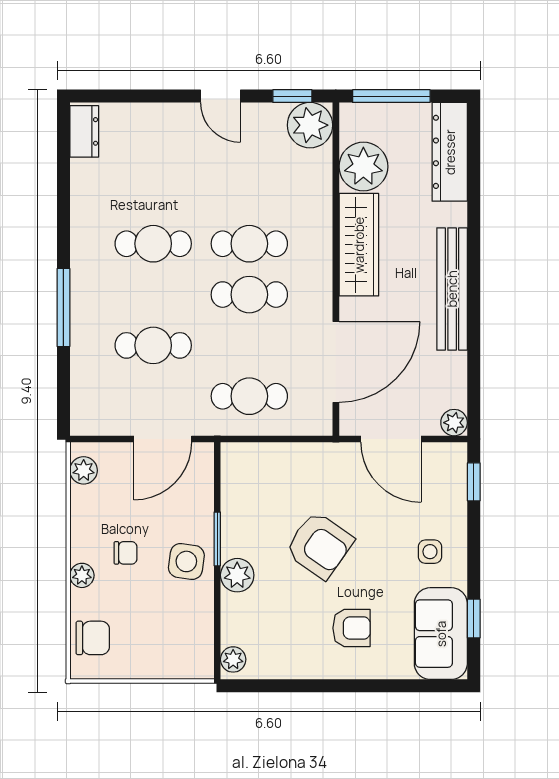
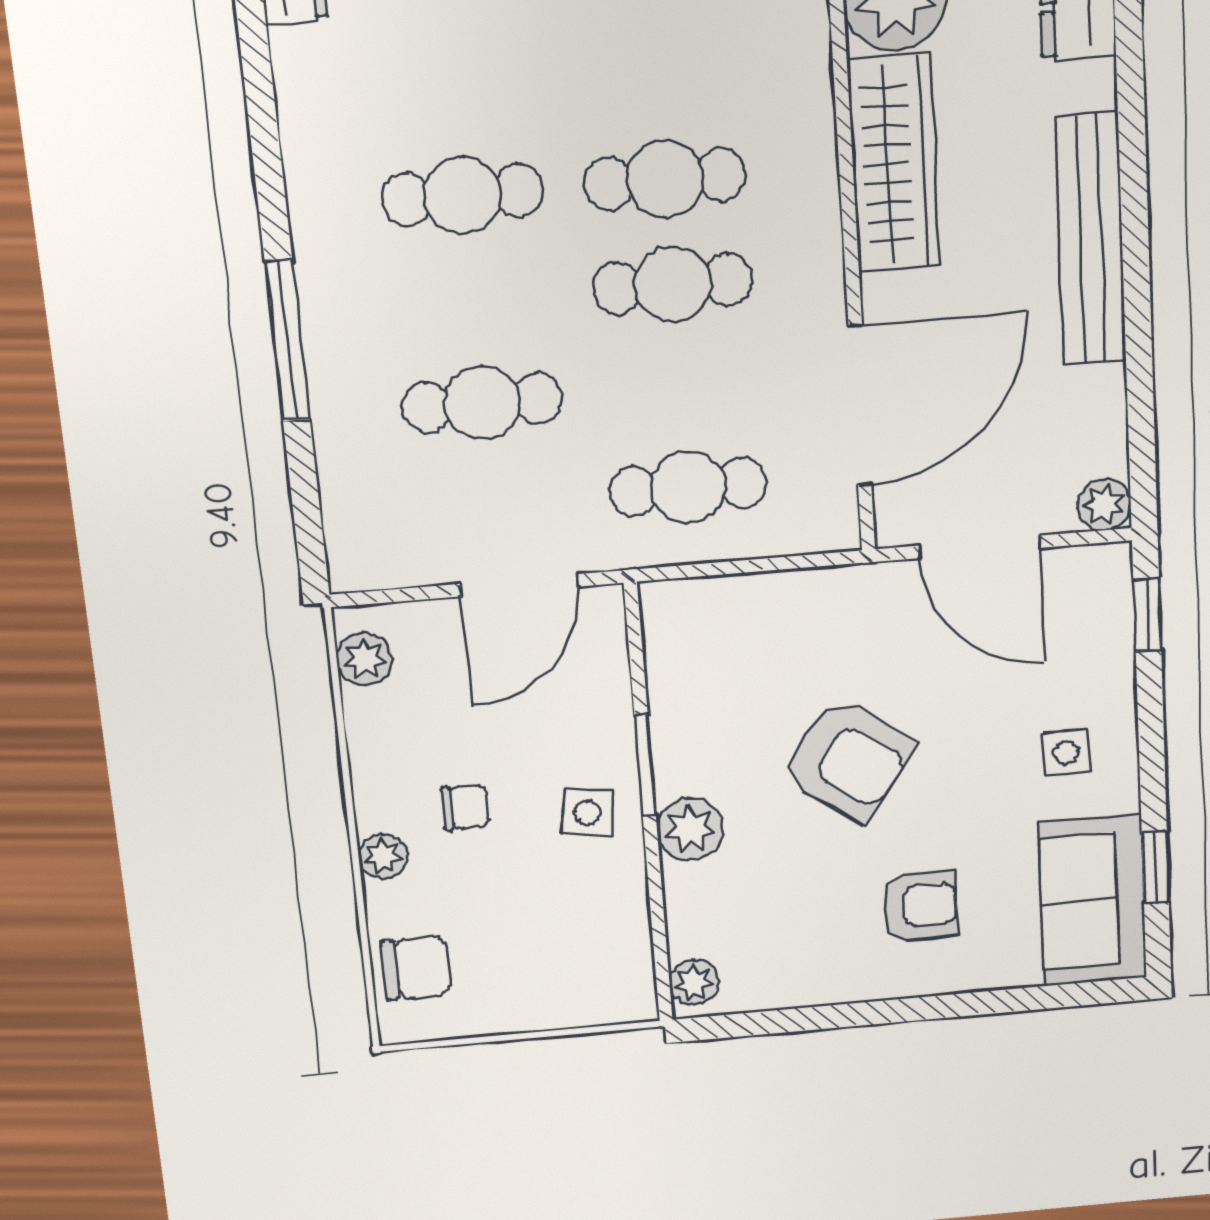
side table: (186, 561) -> (587, 813), width x0.73, depth x0.73

